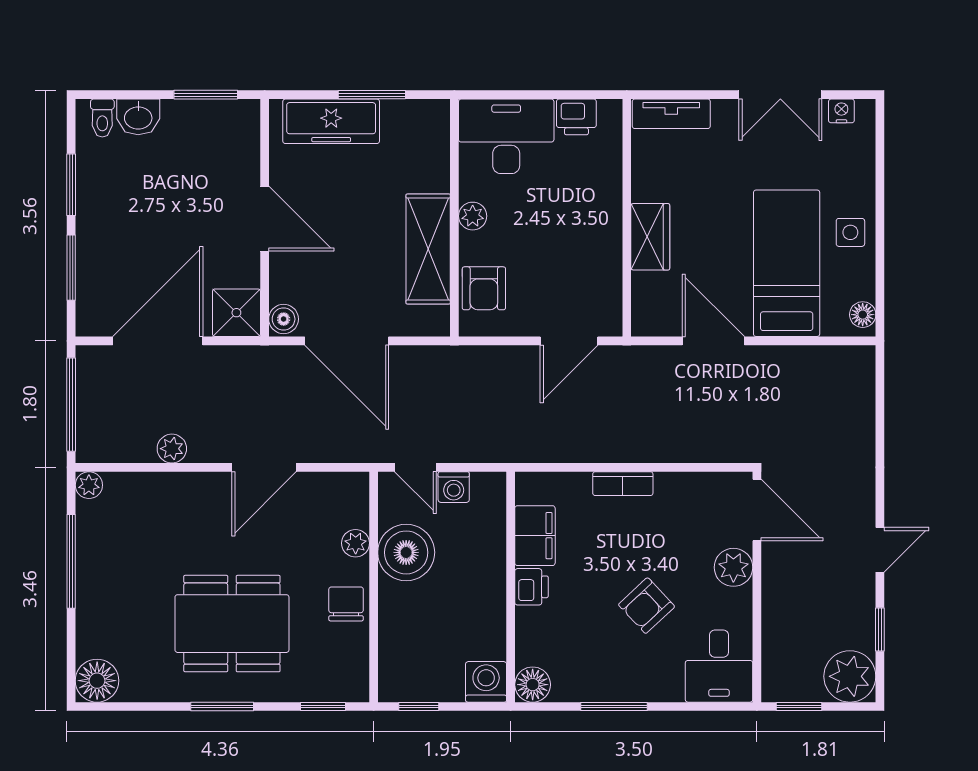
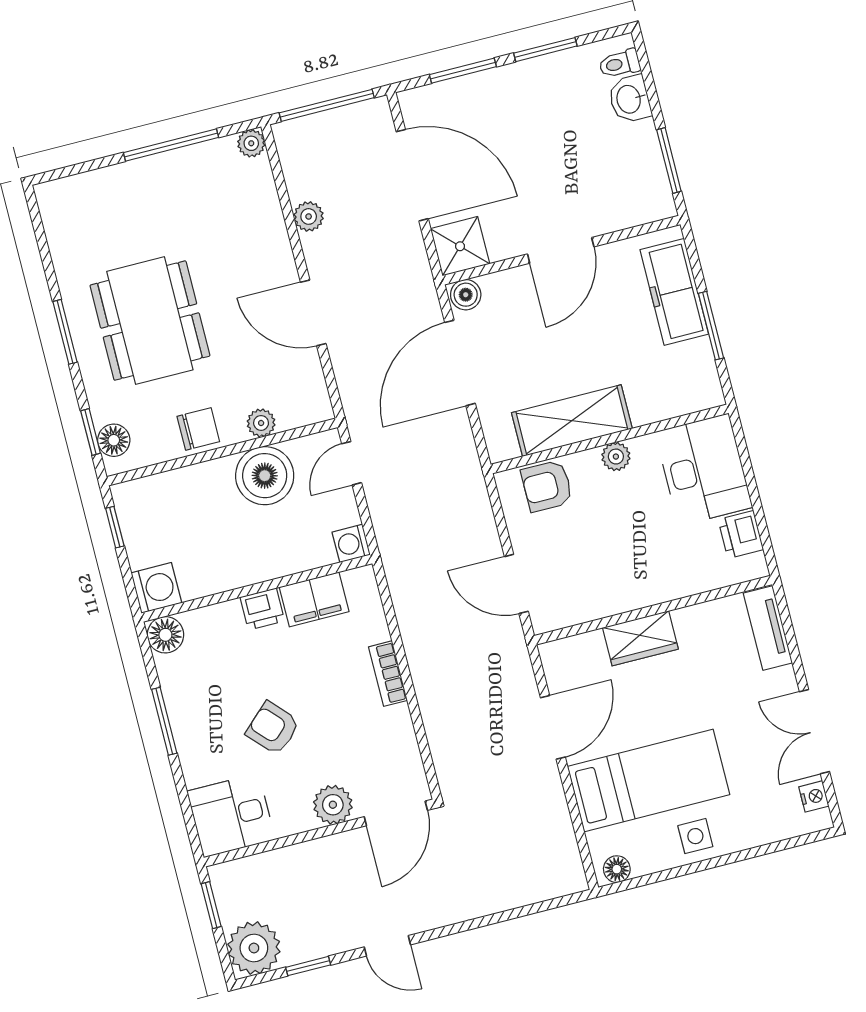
washing machine: (454, 487) -> (351, 543), moved
floor lamp: (97, 681) -> (114, 440), moved, width x0.73, depth x0.73

